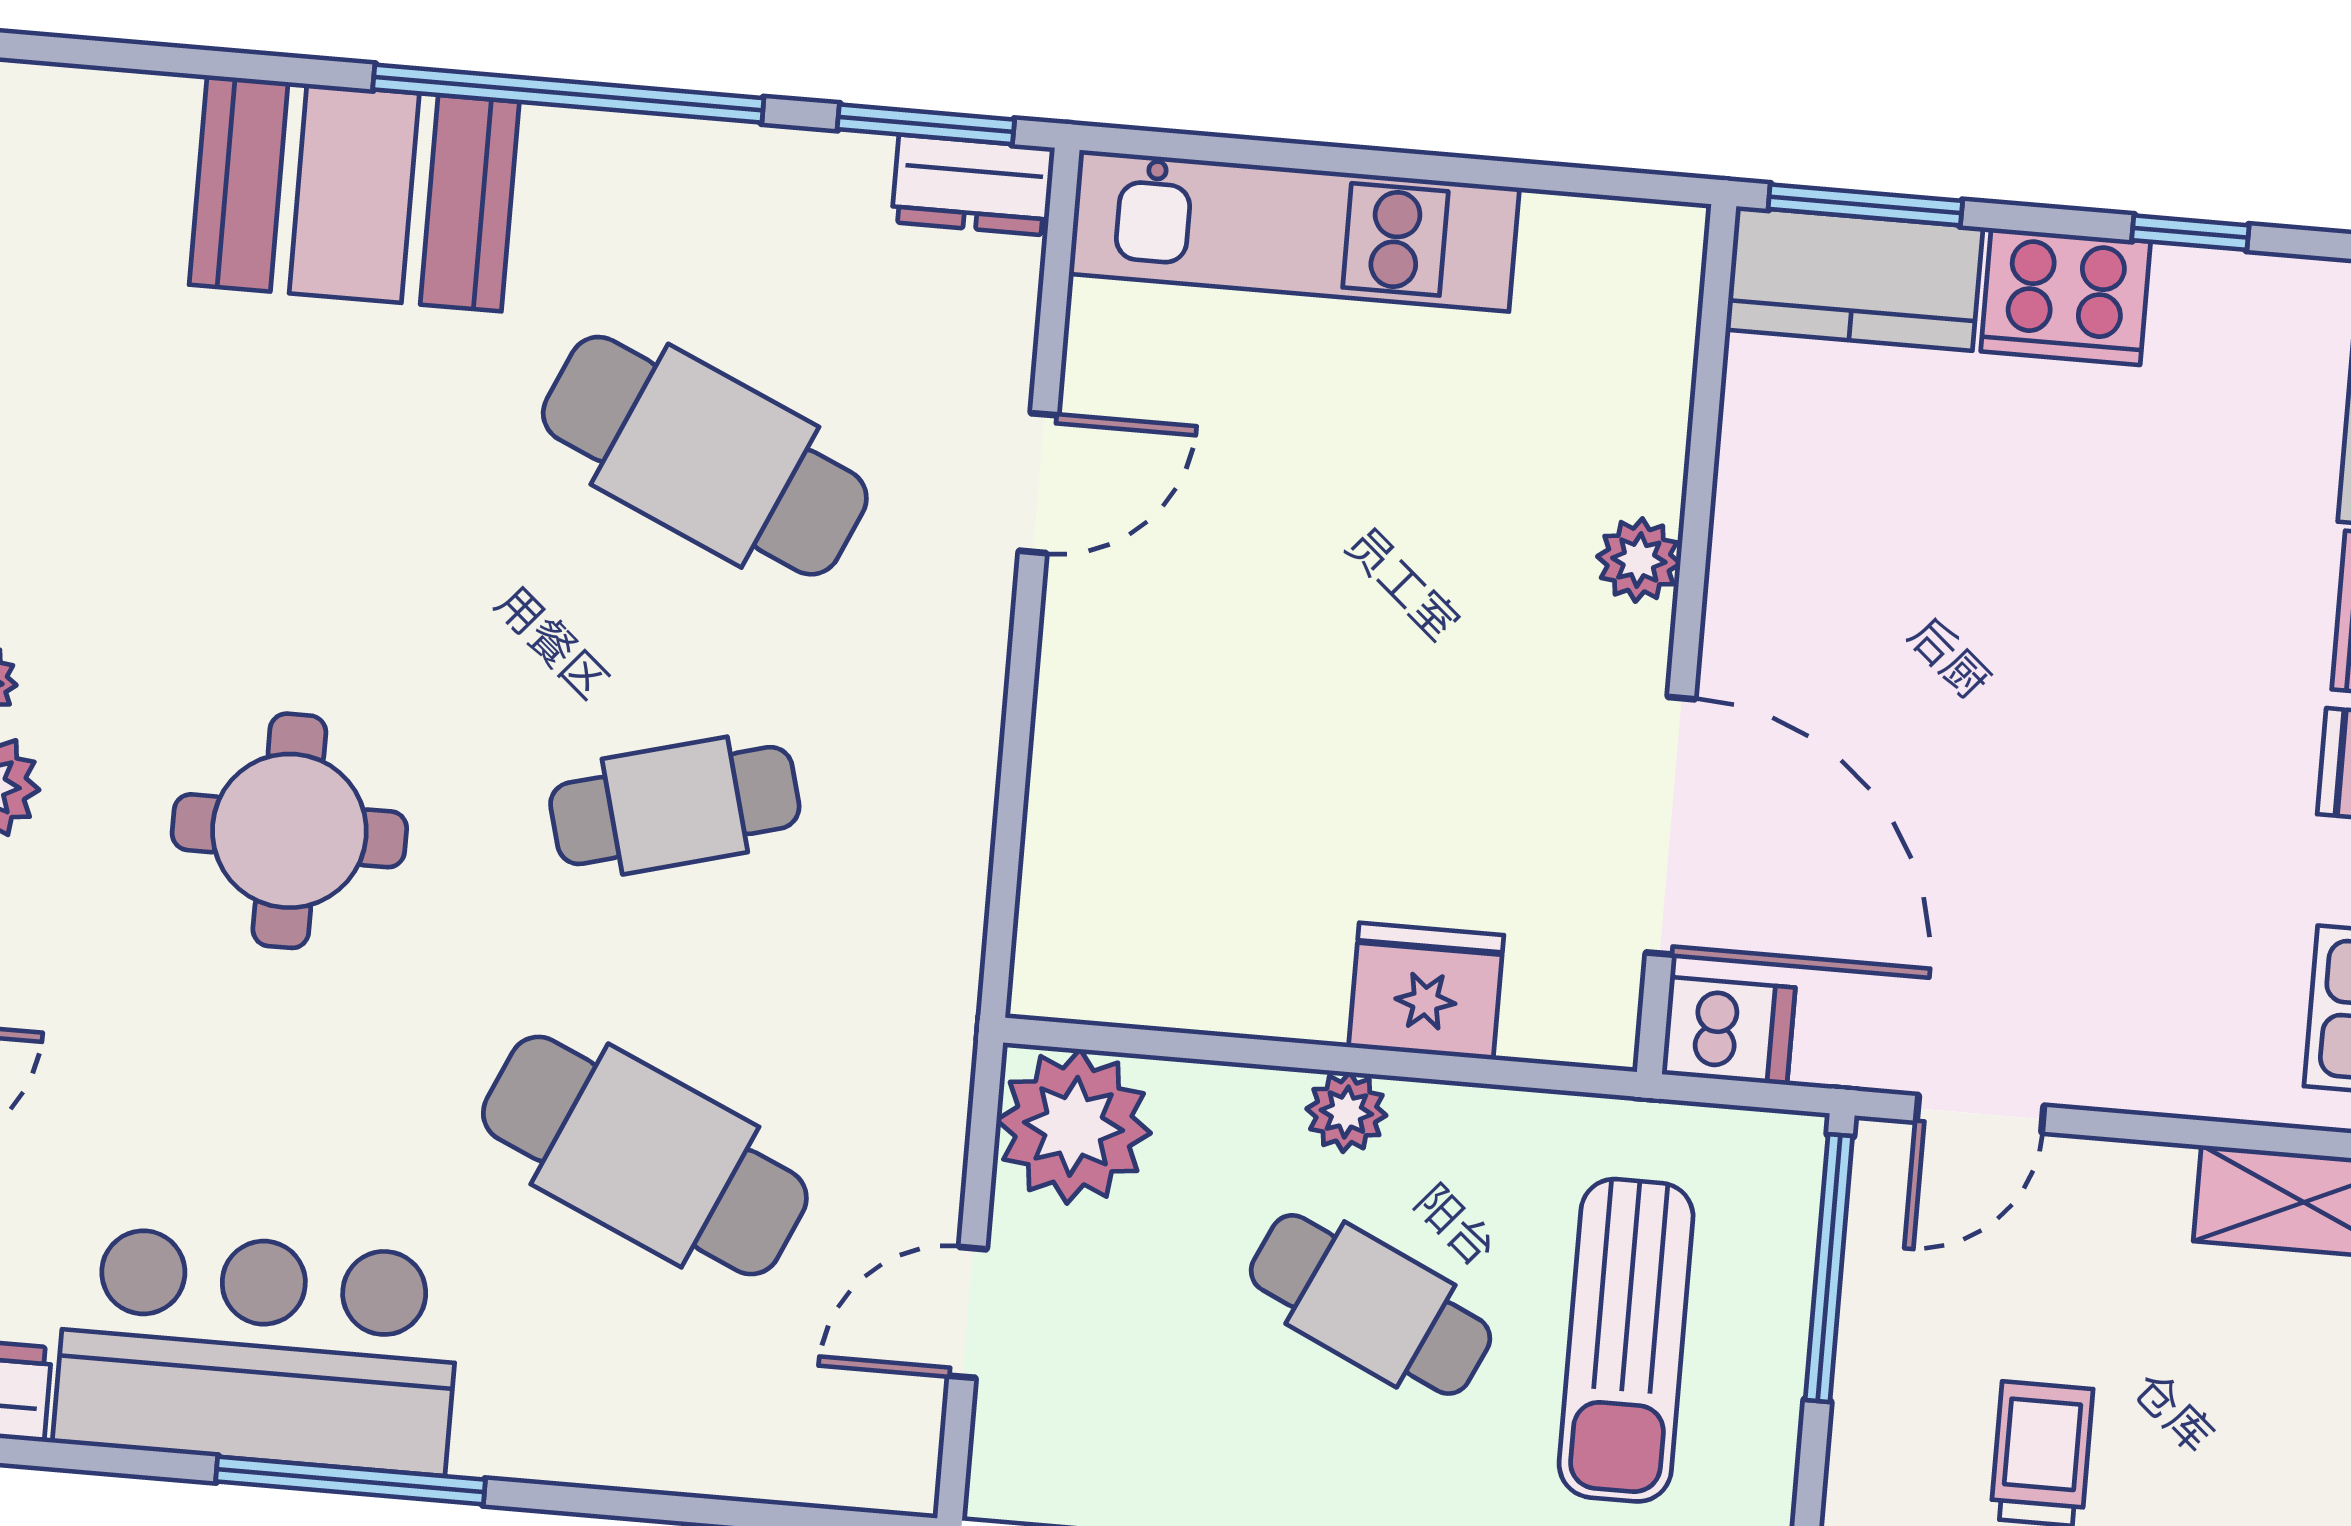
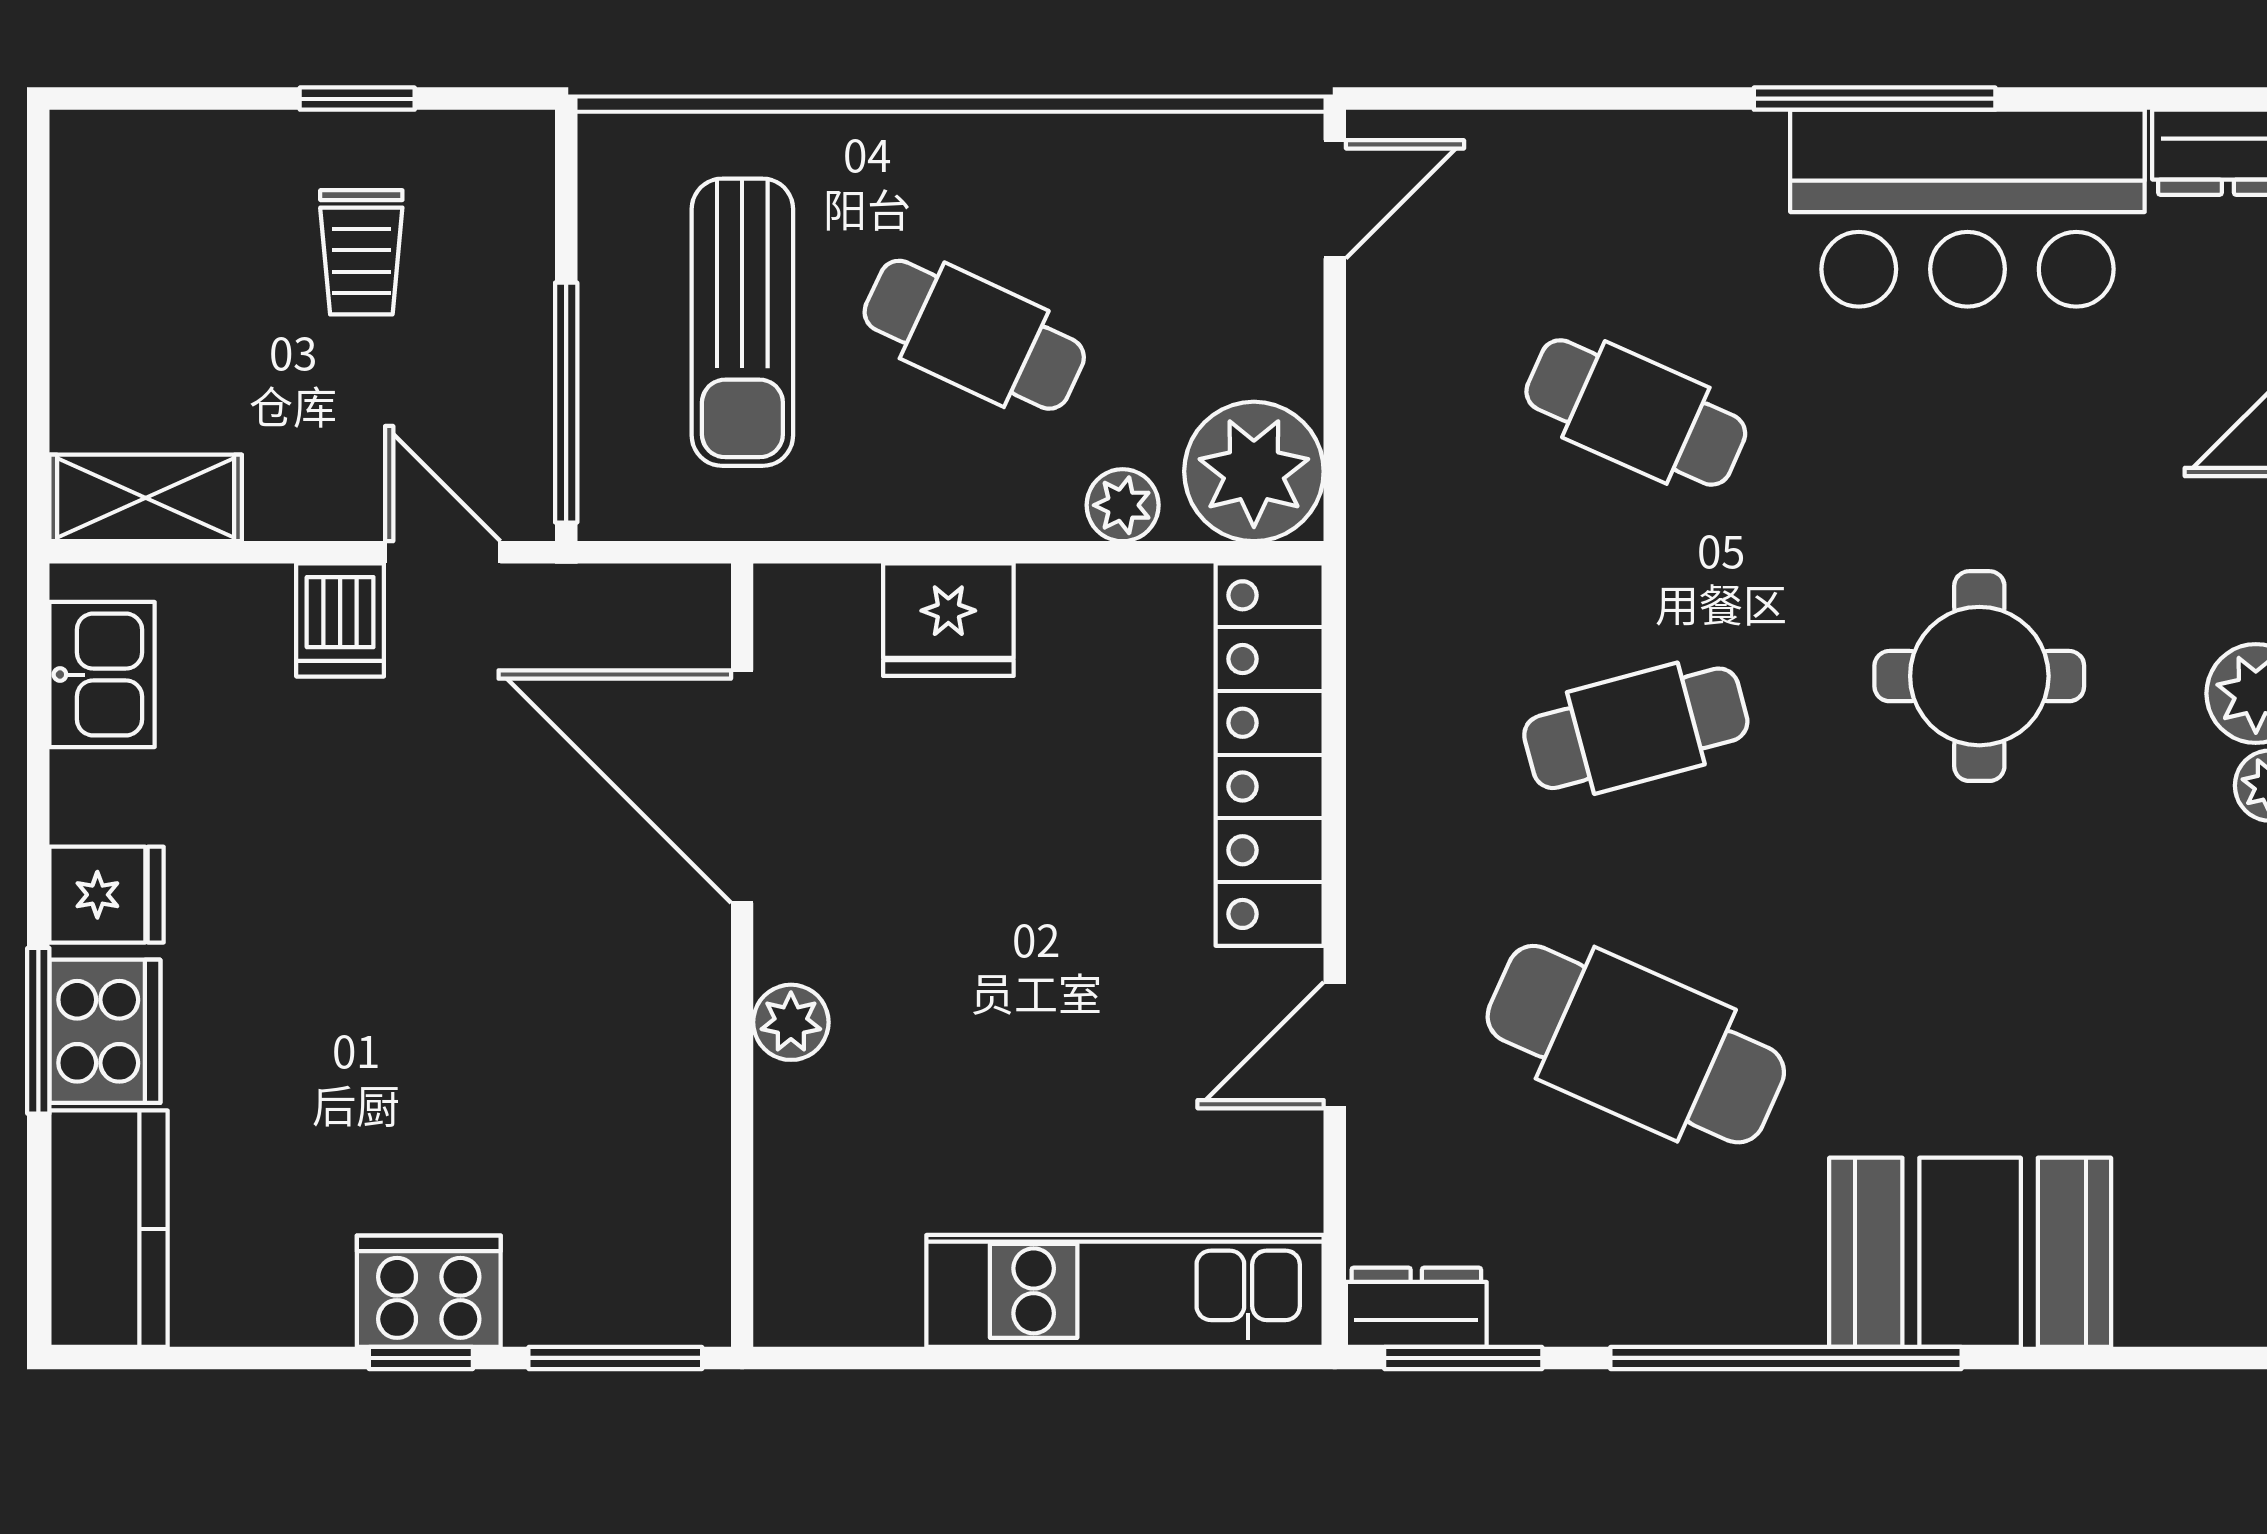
window: (2190, 233) -> (421, 1358), moved
kitchen counter: (1854, 278) -> (620, 1291), removed
locker: (1083, 811) -> (1270, 755), added
dishwasher: (1728, 1031) -> (340, 620), moved, turned -90
plant: (1346, 1112) -> (1123, 505), moved
door: (1980, 1114) -> (443, 552), hinge flipped
cafe table: (645, 1155) -> (1636, 412), width x0.73, depth x0.74
door: (967, 1312) -> (1335, 199), moved
sun lounger: (1626, 1340) -> (742, 322), turned 180

